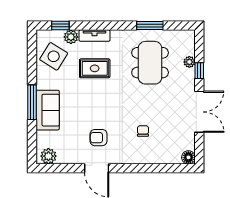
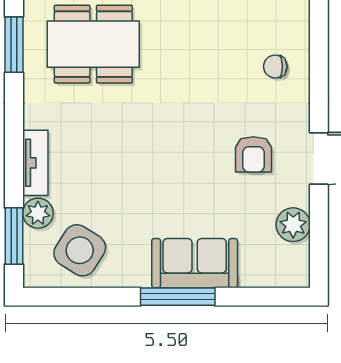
window: (60, 26) -> (14, 236), width x1.50
rug: (95, 68) -> (105, 163), removed
chair: (143, 131) -> (275, 66), moved
plant: (48, 156) -> (293, 225), moved

